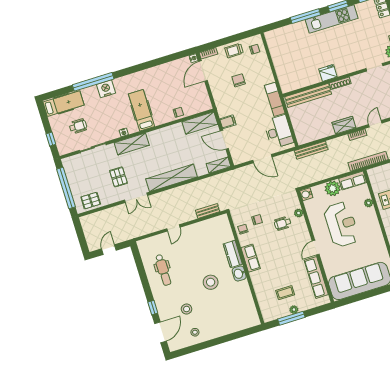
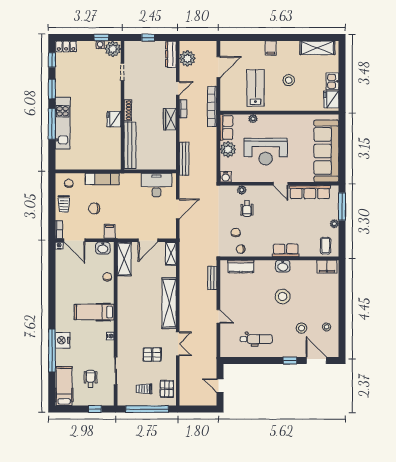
kitchen unit: (332, 19) -> (63, 123), moved
exam couch: (275, 99) -> (102, 179), moved
washbasin: (204, 100) -> (103, 248), added
filing cabinet: (228, 122) -> (110, 231), moved
door: (375, 124) -> (178, 88), swing flipped
shelving: (132, 144) -> (124, 332), removed
trolley: (84, 179) -> (144, 389), added
reception desk: (341, 224) -> (266, 152), turned 180
kitchen counter: (233, 254) -> (241, 266), moved
row of seats: (251, 258) -> (286, 250), moved
coffee table: (285, 293) -> (326, 246), moved
filing cabinet: (252, 315) -> (327, 267), added
window: (291, 318) -> (342, 207), moved

